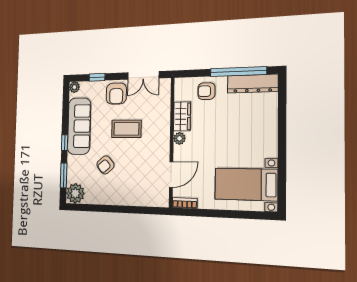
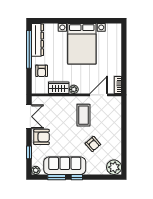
coffee table: (126, 129) -> (84, 115), moved
door: (171, 174) -> (99, 95), hinge flipped
window: (64, 175) -> (57, 177), moved
bed with nightstands: (246, 184) -> (82, 44), moved, width x1.36

